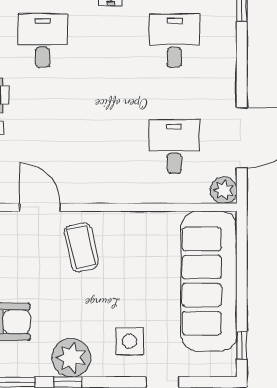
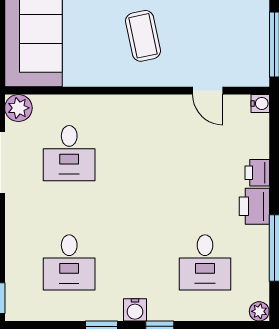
door: (40, 207) -> (208, 91), width x0.73
coffee table: (81, 247) -> (143, 36), moved

